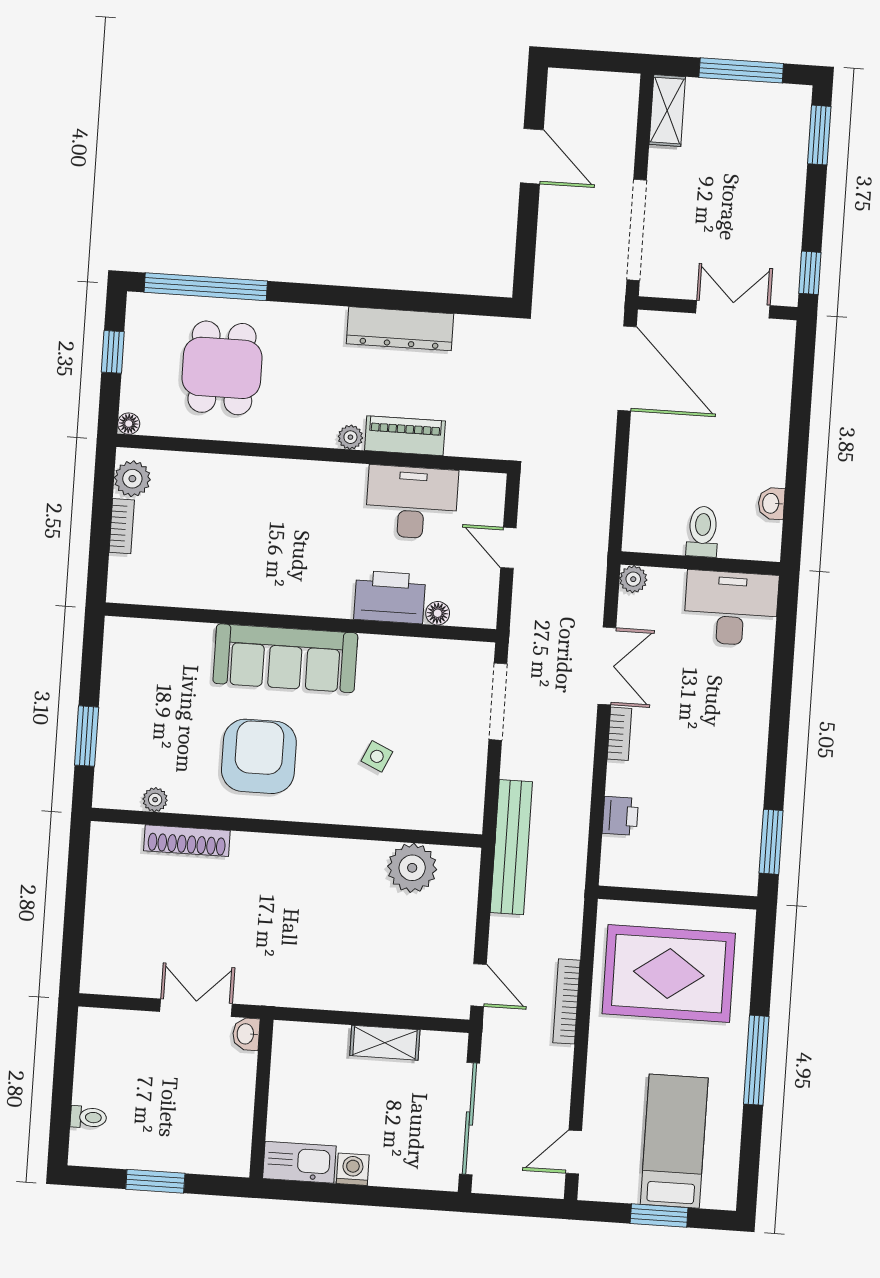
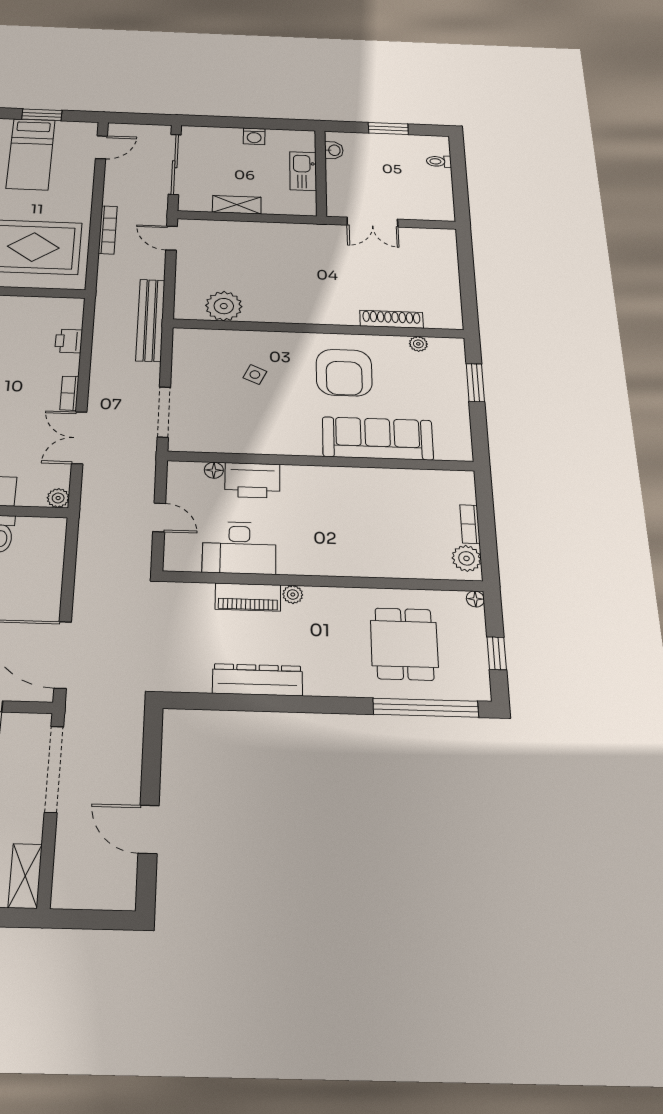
sofa: (285, 658) -> (378, 438), moved
washbasin: (246, 1034) -> (334, 150), moved
kitchen sink: (299, 1162) -> (303, 171), moved, turned 90

